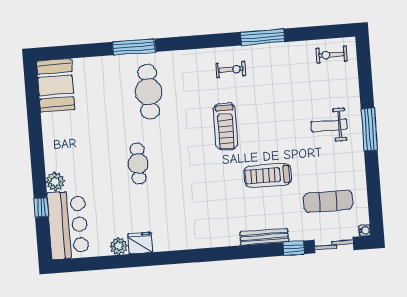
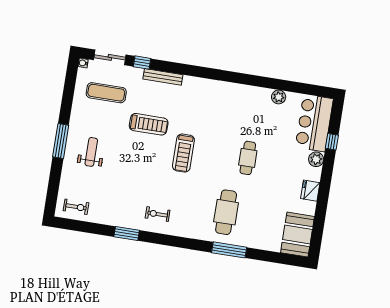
window: (263, 37) -> (127, 234), width x0.69
weight bench: (329, 125) -> (91, 152), turned -90
treadmill: (225, 127) -> (183, 153), moved, turned 180
fridge: (140, 243) -> (310, 191), moved, turned 90

